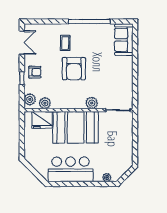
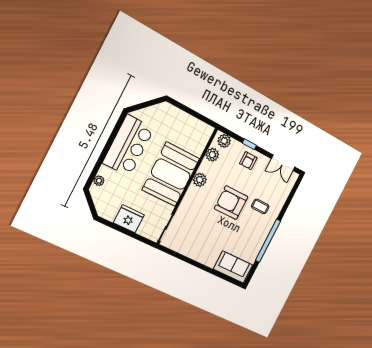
plant: (92, 103) -> (200, 180), moved
fridge: (42, 120) -> (129, 219), moved, turned 90

